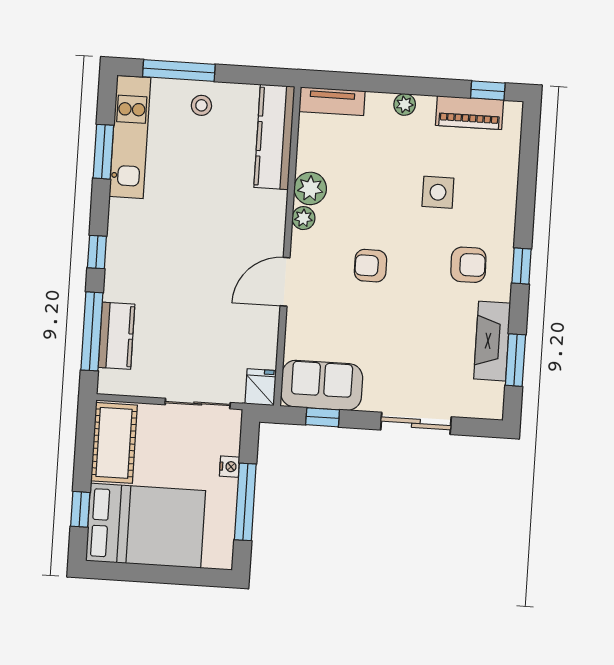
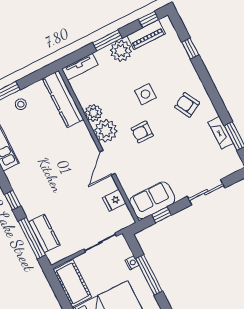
window: (402, 85) -> (107, 40), added
plant: (405, 104) -> (121, 51), width x1.87, depth x1.87
side table: (438, 192) -> (145, 94), moved
plant: (304, 218) -> (106, 131), width x1.88, depth x1.88
armchair: (468, 265) -> (187, 105), turned -118
window: (521, 266) -> (190, 48), moved
fireplace: (492, 341) -> (221, 133), width x0.73, depth x0.76
fridge: (261, 387) -> (114, 200), moved, turned -90

